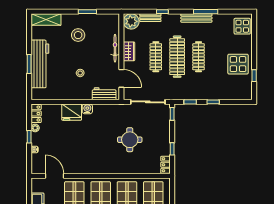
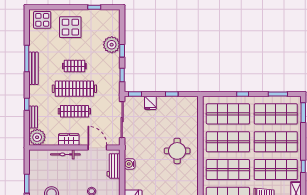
clothes rail: (199, 57) -> (74, 66), width x0.73
display table: (238, 64) -> (70, 27), moved
door: (121, 78) -> (97, 148), hinge flipped
plant: (219, 92) -> (112, 45), added
water cooler: (87, 109) -> (130, 164), moved
fridge: (164, 129) -> (150, 103), added
round table: (130, 140) -> (177, 151), moved
locker: (166, 165) -> (189, 101), removed

